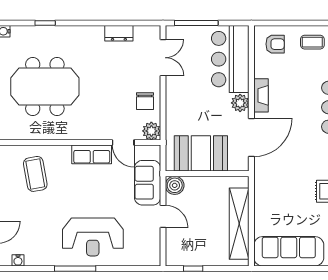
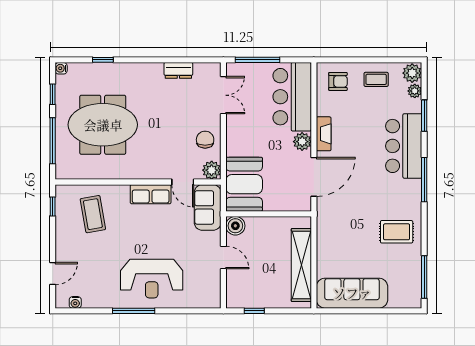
chair: (145, 101) -> (205, 140), turned 180
booth: (201, 153) -> (244, 184), moved, turned 90
sofa: (148, 183) -> (208, 207), moved

